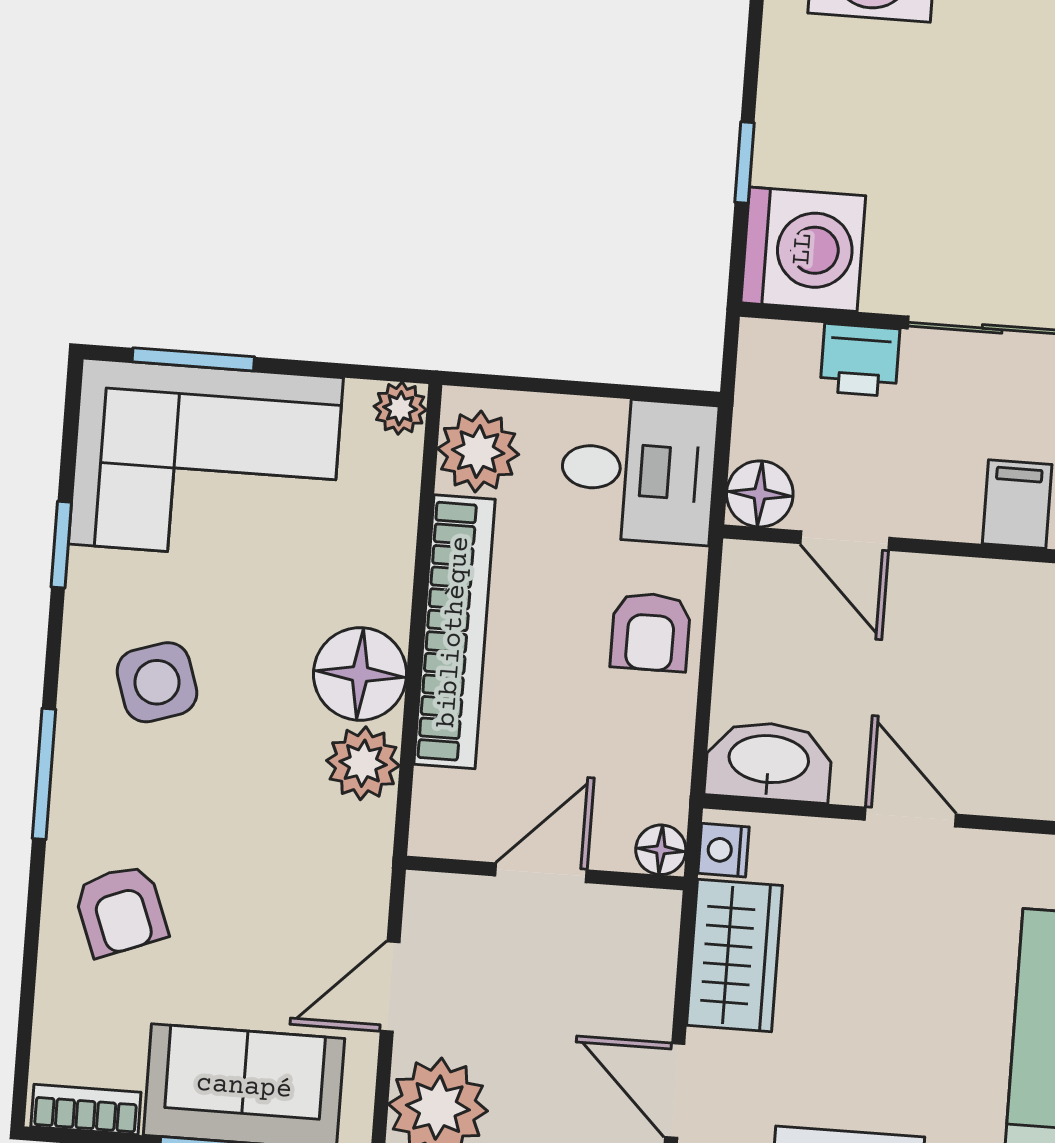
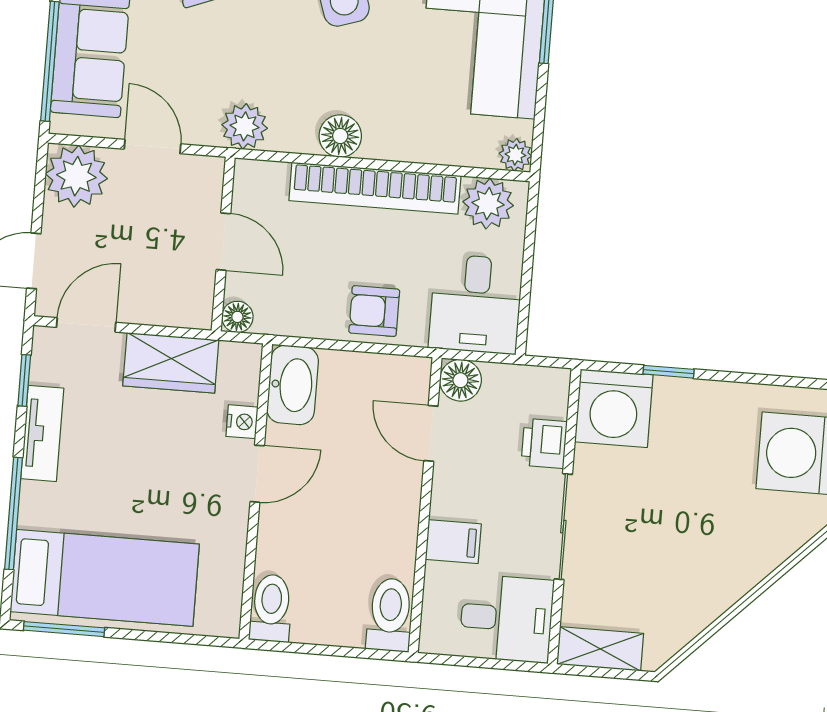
door: (845, 541) -> (431, 433), hinge flipped
floor lamp: (360, 674) -> (340, 136), width x0.73, depth x0.73
plant: (363, 763) -> (245, 126), moved
nightstand: (724, 850) -> (242, 422), moved, turned 90

